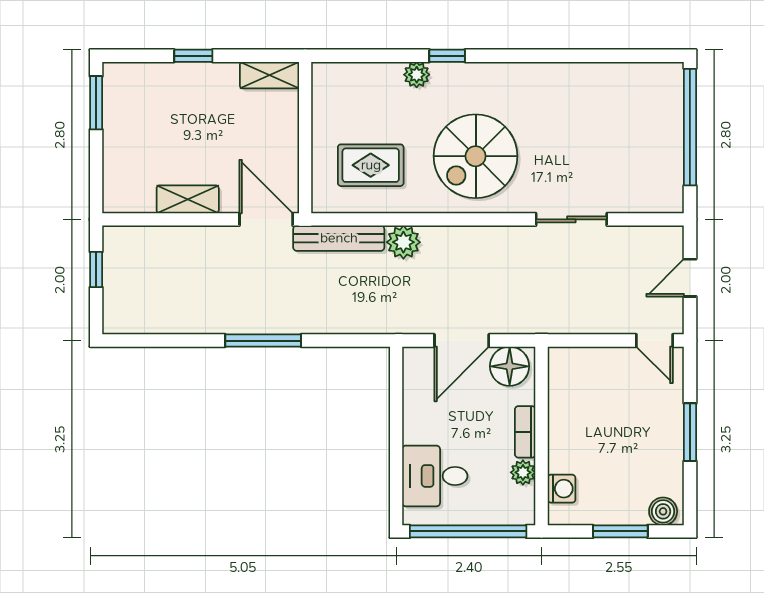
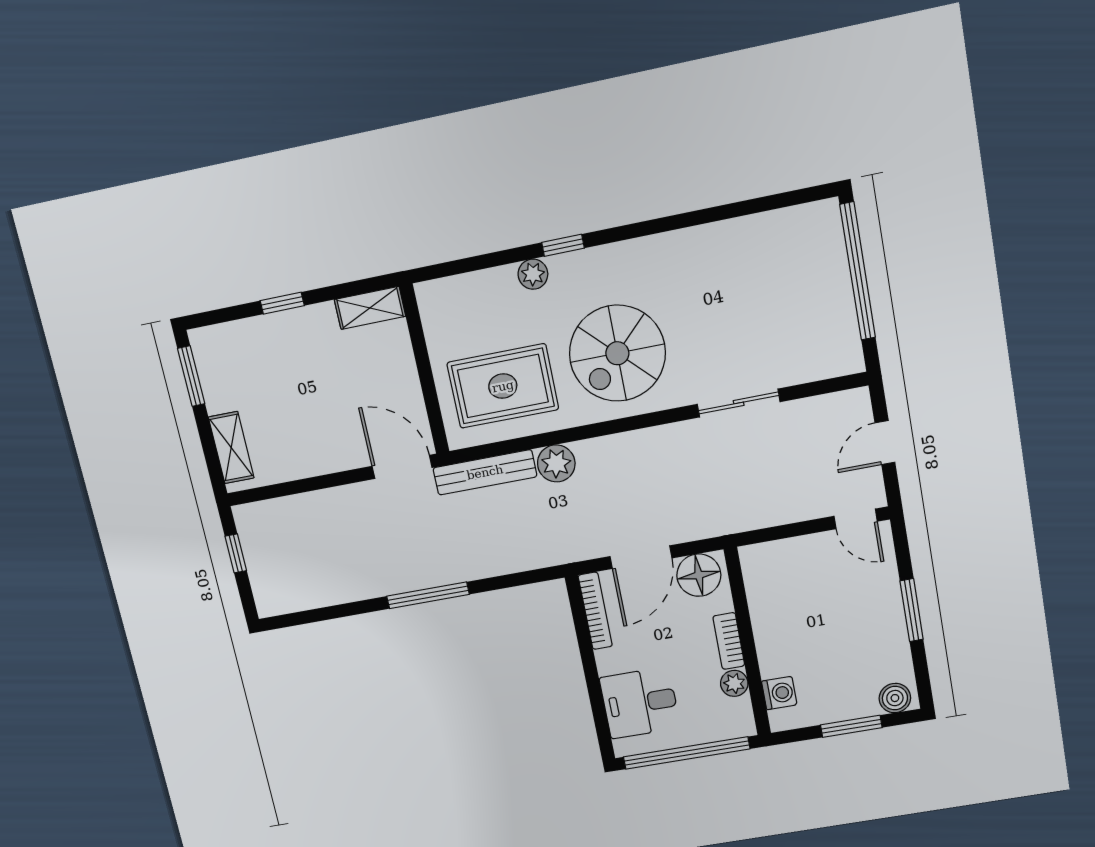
rug: (371, 165) -> (503, 386), width x1.36, depth x1.43
shelving: (188, 199) -> (231, 448), moved, turned 90
bookcase: (411, 382) -> (595, 611), added

